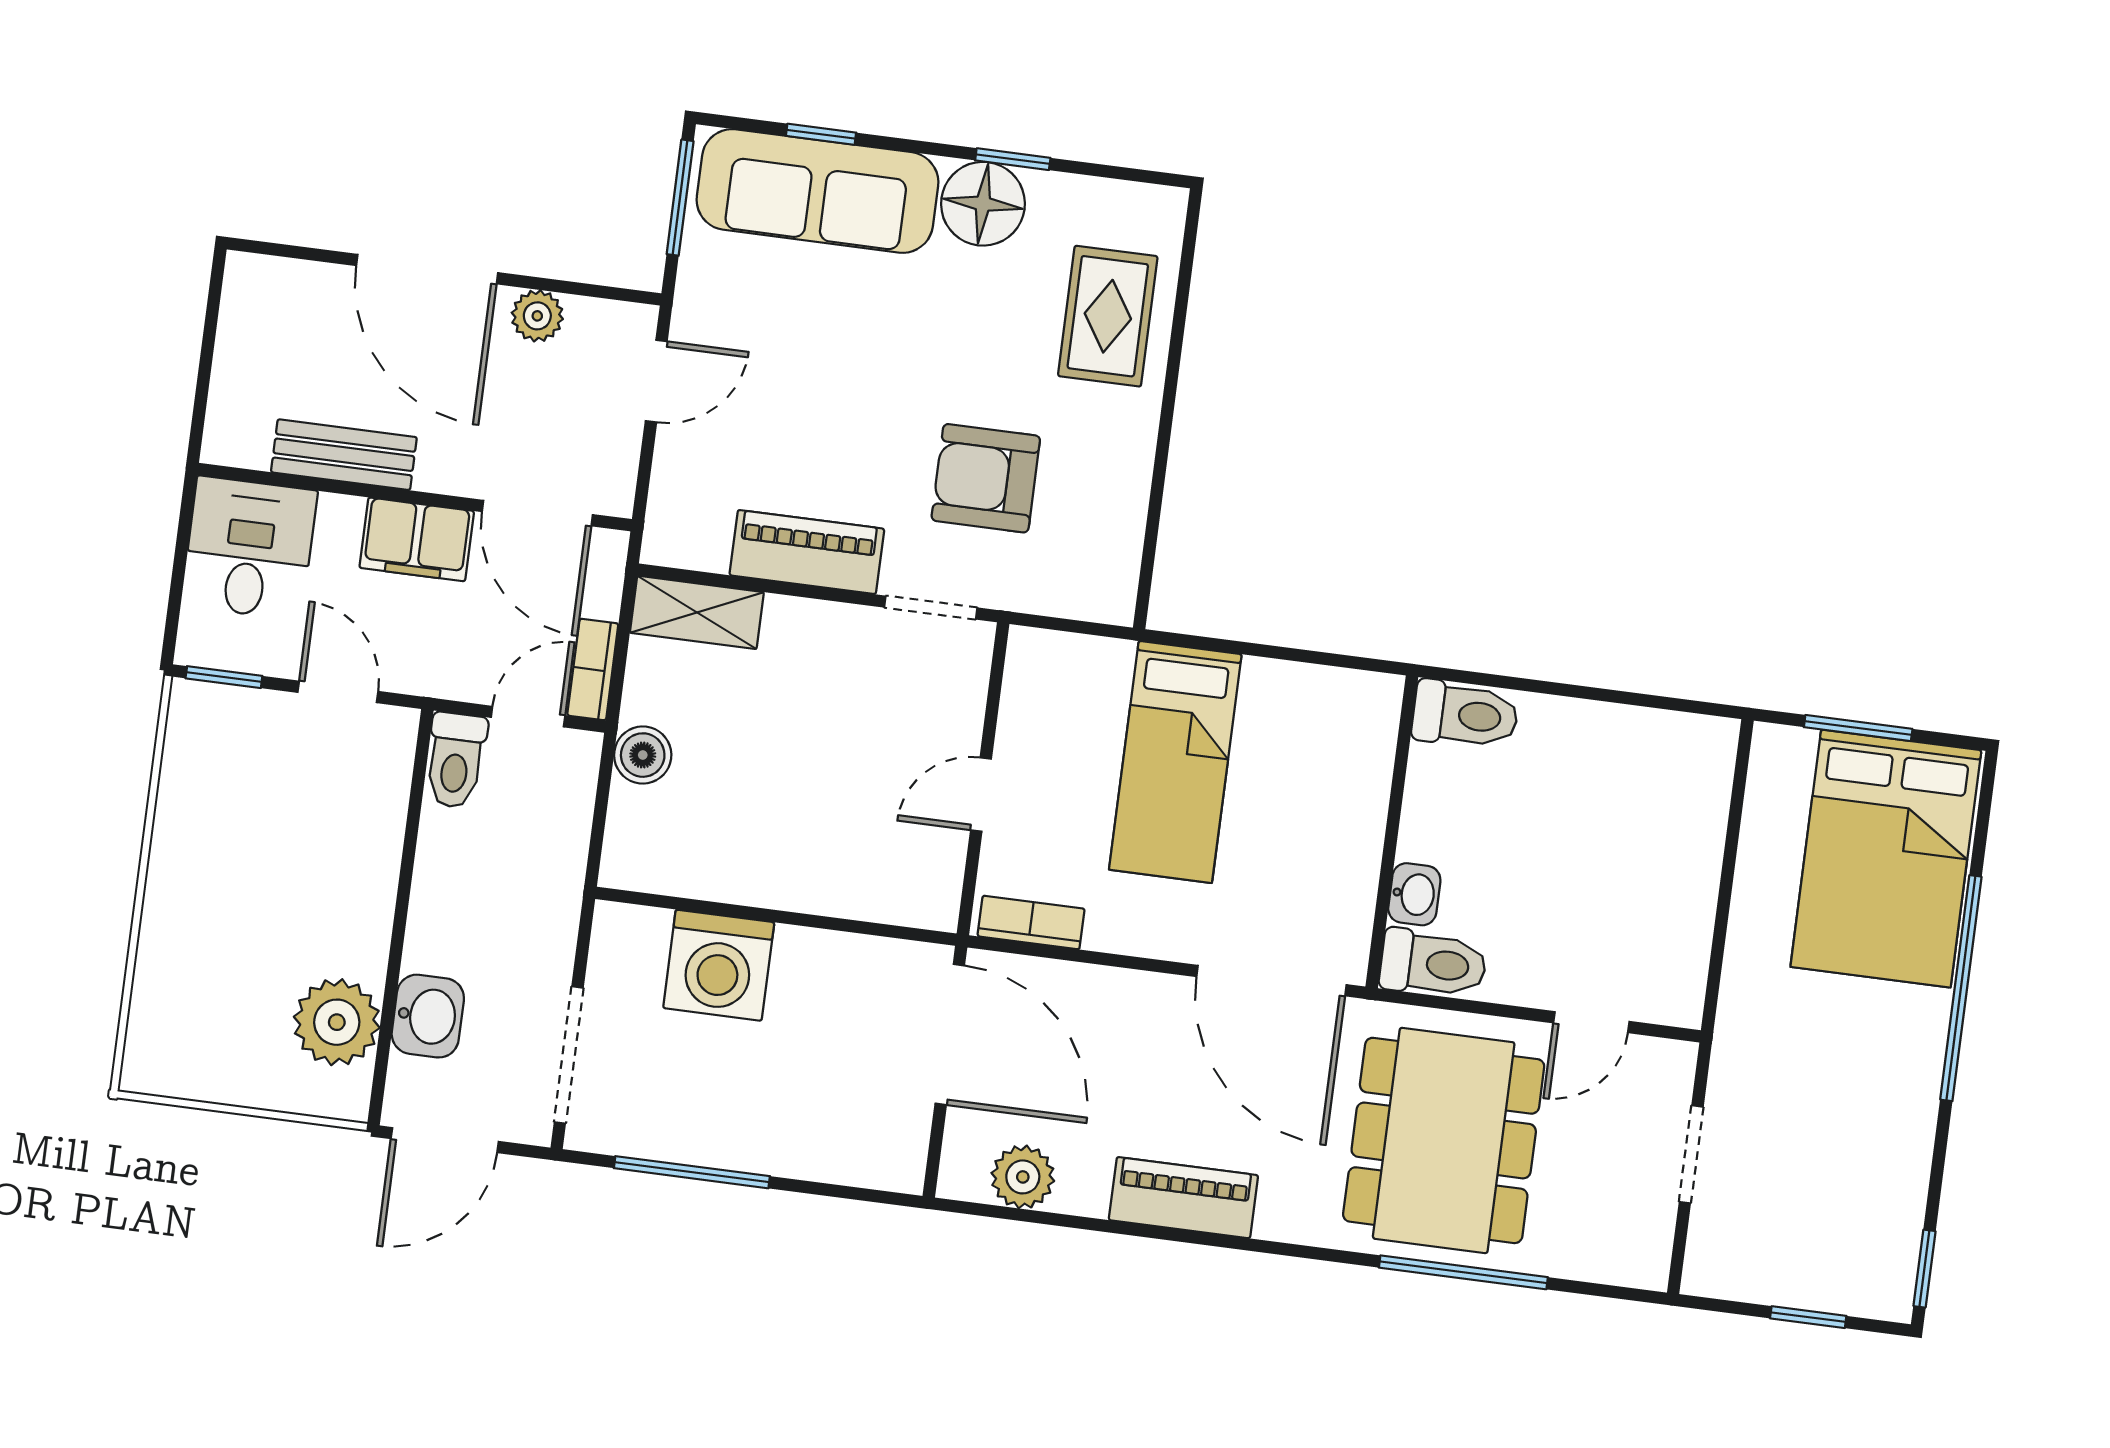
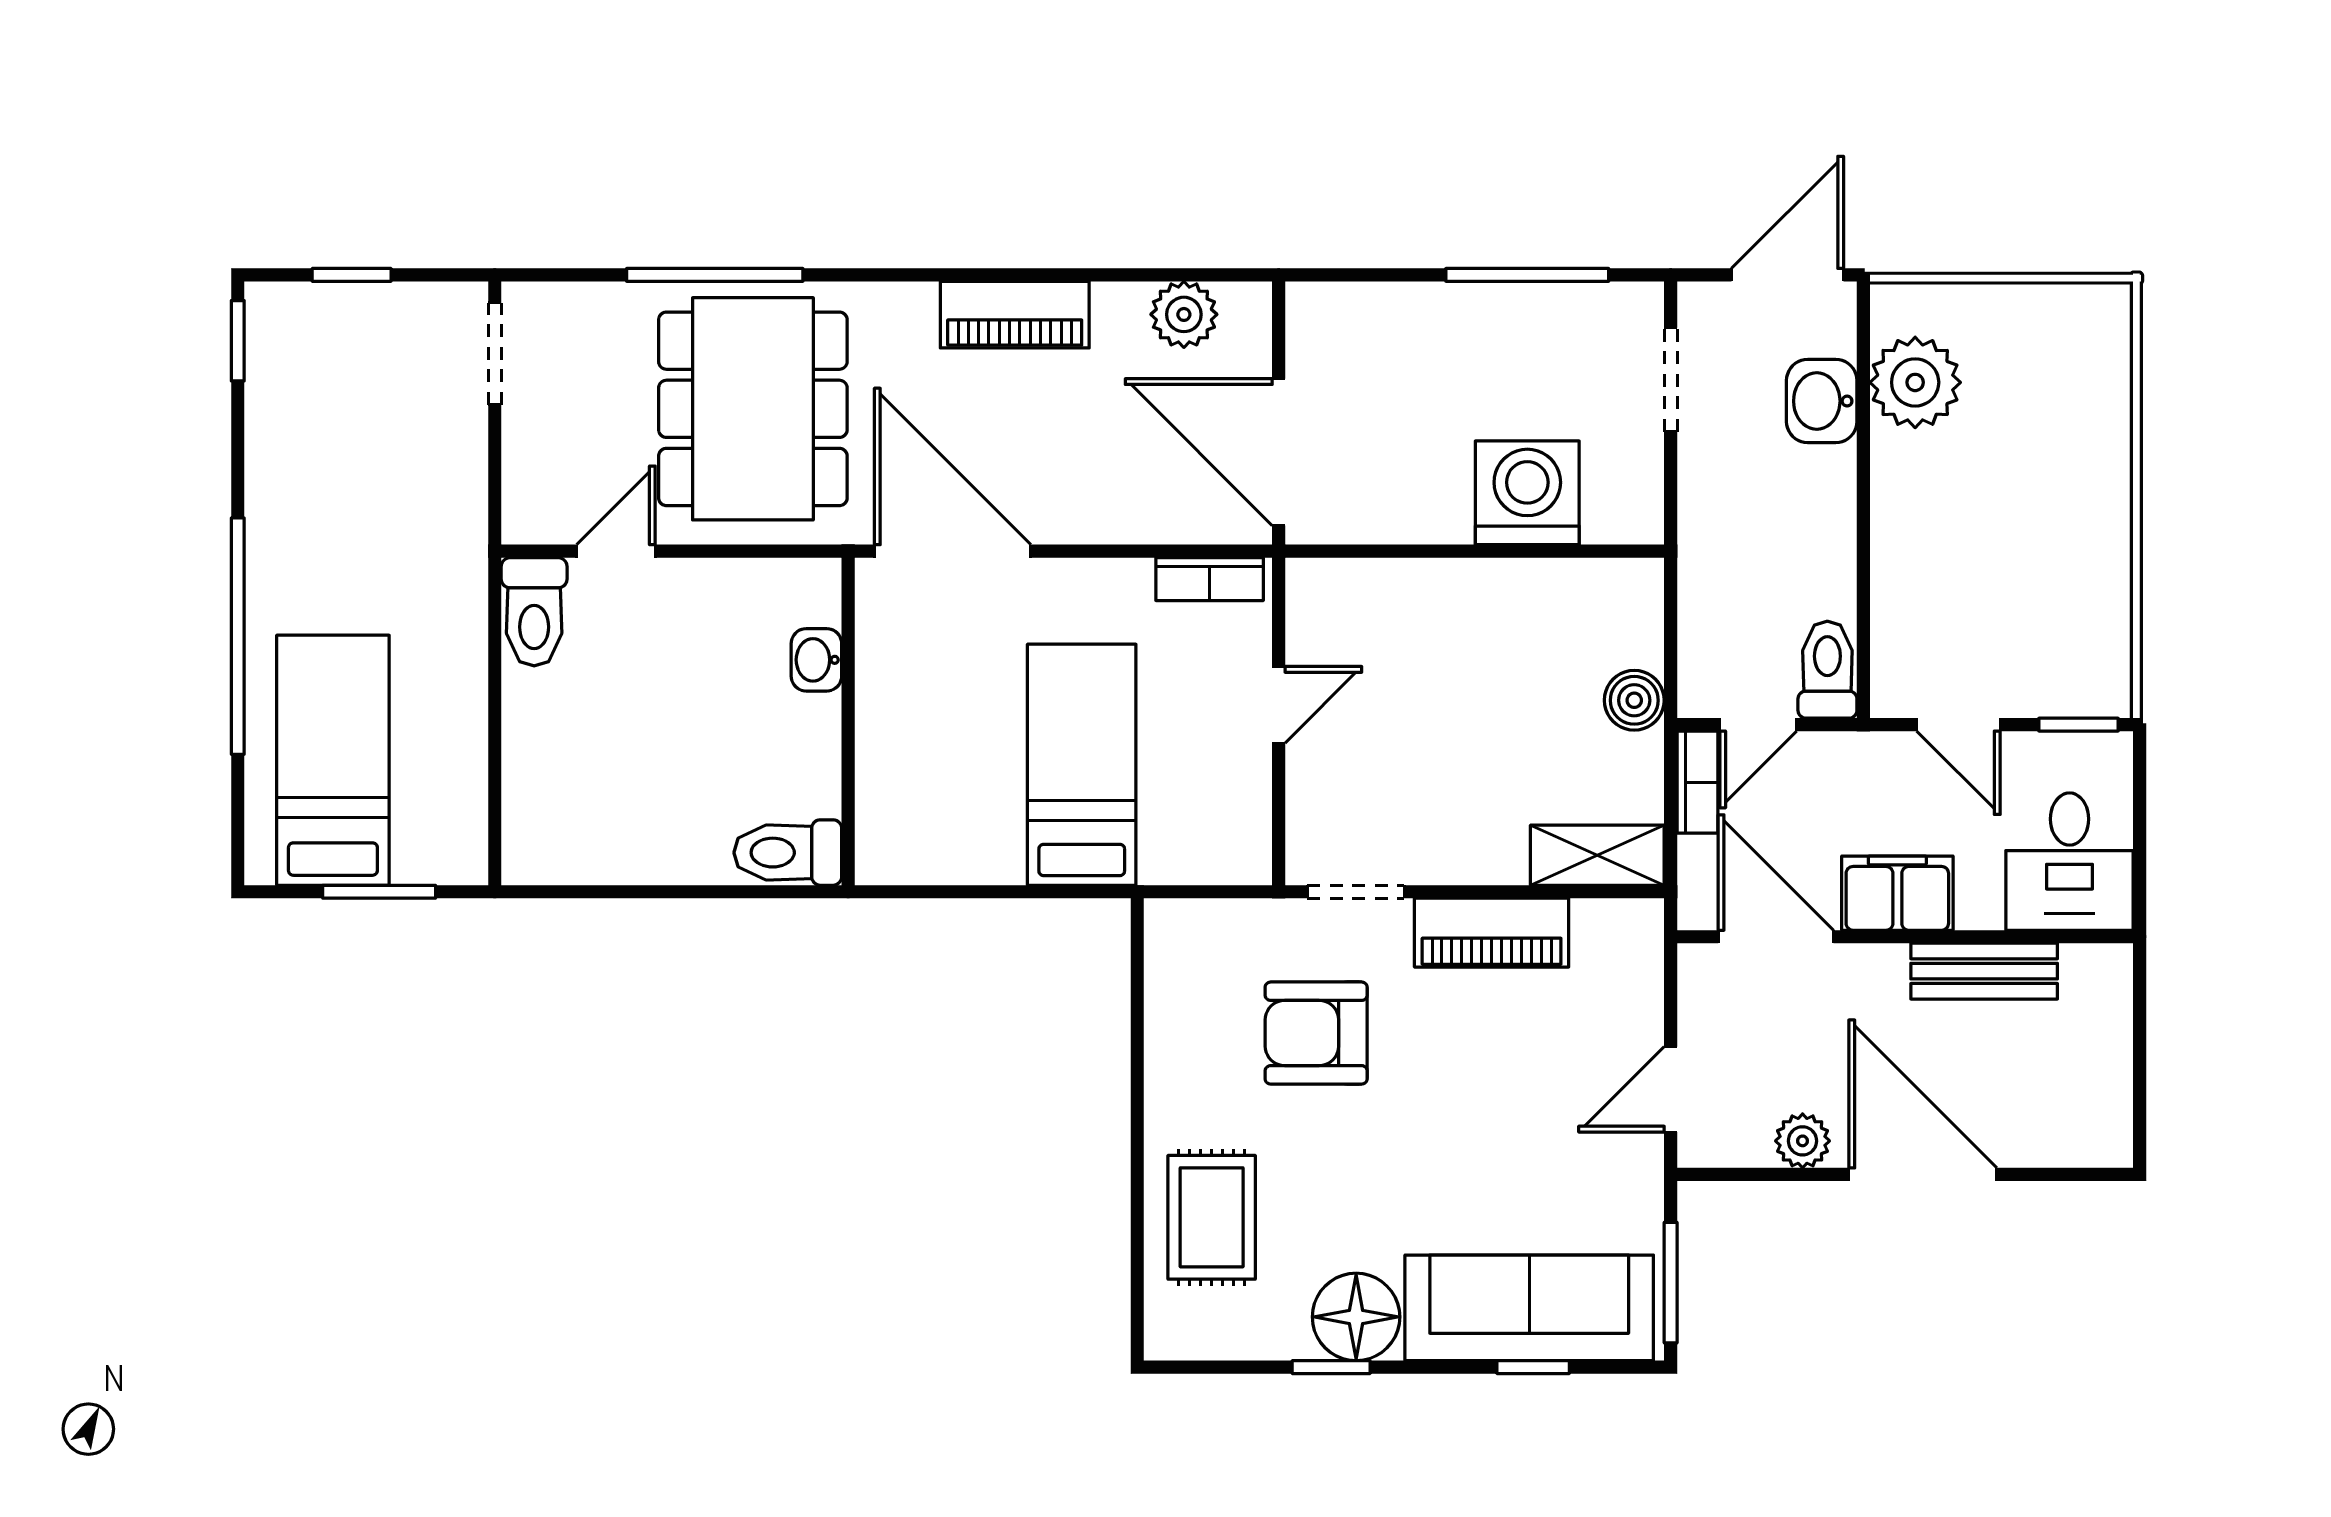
armchair: (986, 478) -> (1316, 1033), turned 180
bed: (1886, 859) -> (333, 760), width x0.67
toilet: (1433, 964) -> (534, 612), moved, turned -90
doorway: (569, 1055) -> (1671, 380), width x0.73
doorway: (1691, 1154) -> (495, 354), moved

